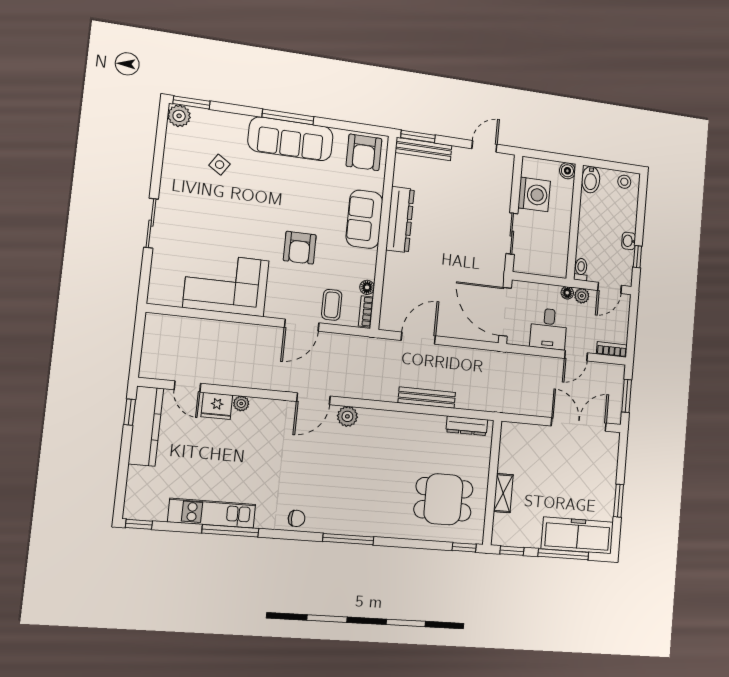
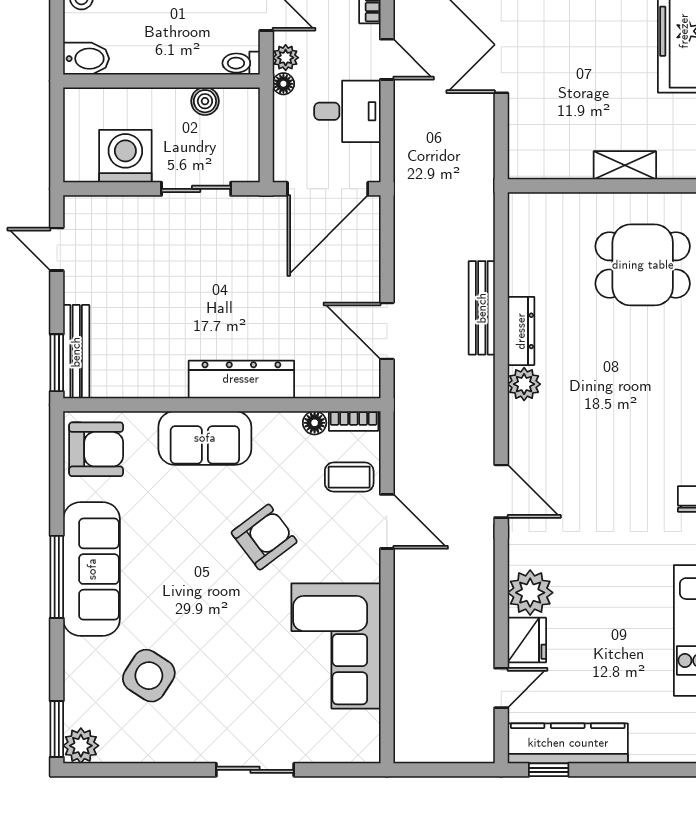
side table: (220, 165) -> (149, 676), width x1.87, depth x1.87
boiler: (567, 171) -> (205, 101), moved
dresser: (400, 219) -> (241, 379), moved
armchair: (300, 248) -> (264, 537), turned -37
plant: (241, 404) -> (530, 593), width x1.88, depth x1.88
plant: (347, 416) -> (524, 384), moved
dresser: (467, 426) -> (521, 331), moved
dining table: (443, 499) -> (643, 265), turned 90

